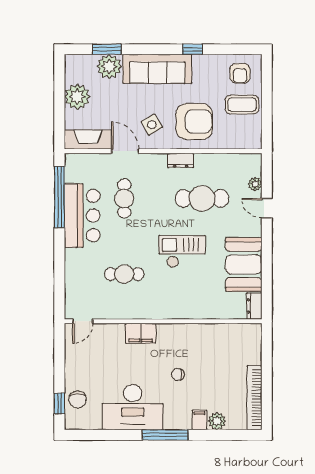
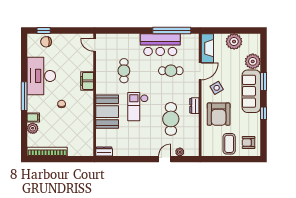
window: (107, 49) -> (263, 81), moved
checkout: (182, 252) -> (138, 107), turned 180
booth: (244, 265) -> (107, 112), moved, turned 90

